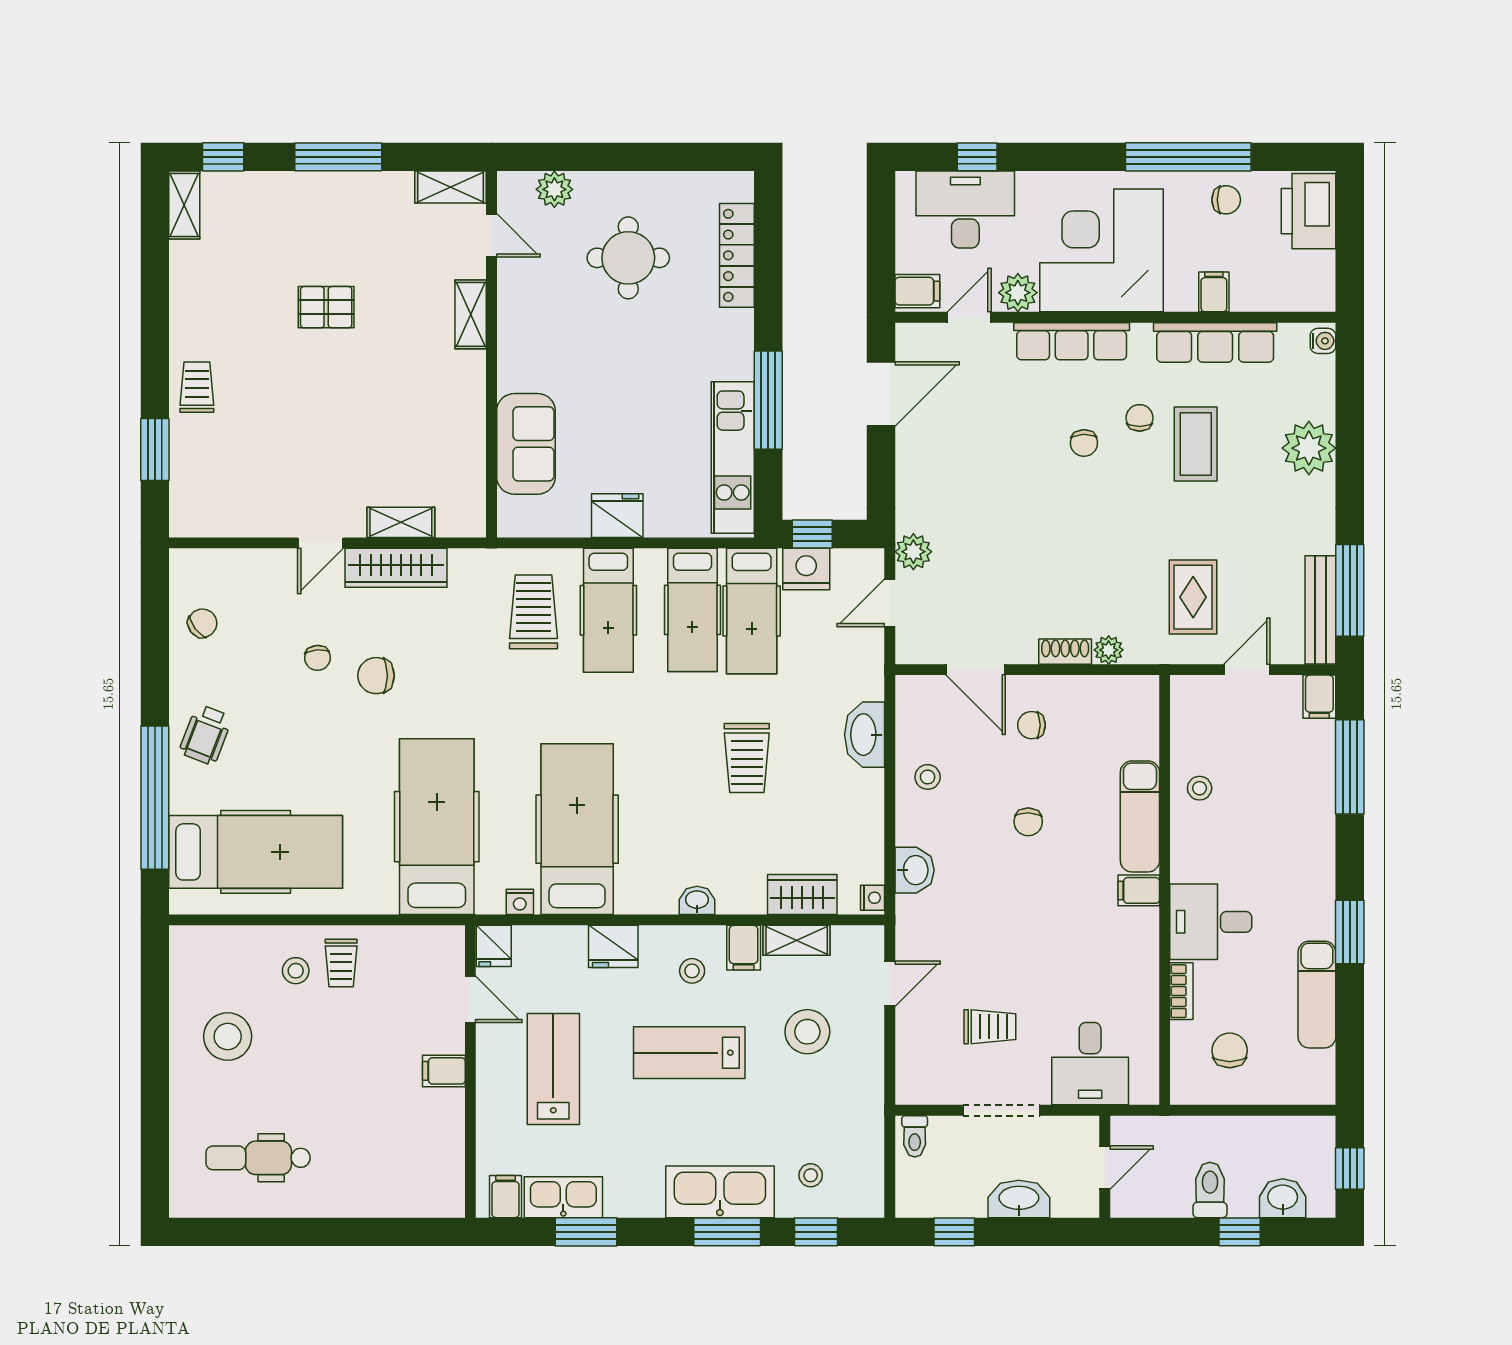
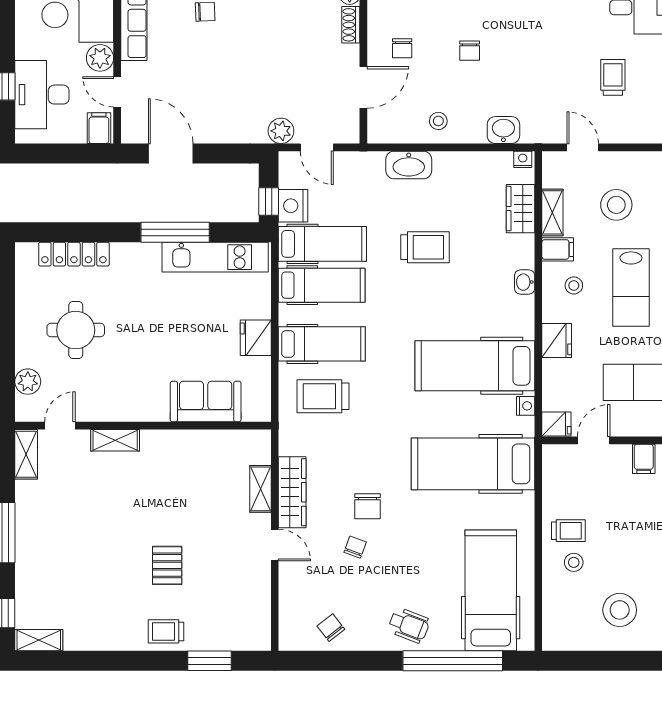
pallet: (326, 307) -> (167, 565), moved
chair: (317, 658) -> (355, 547), turned -65
chair: (1028, 822) -> (470, 51), turned 89

